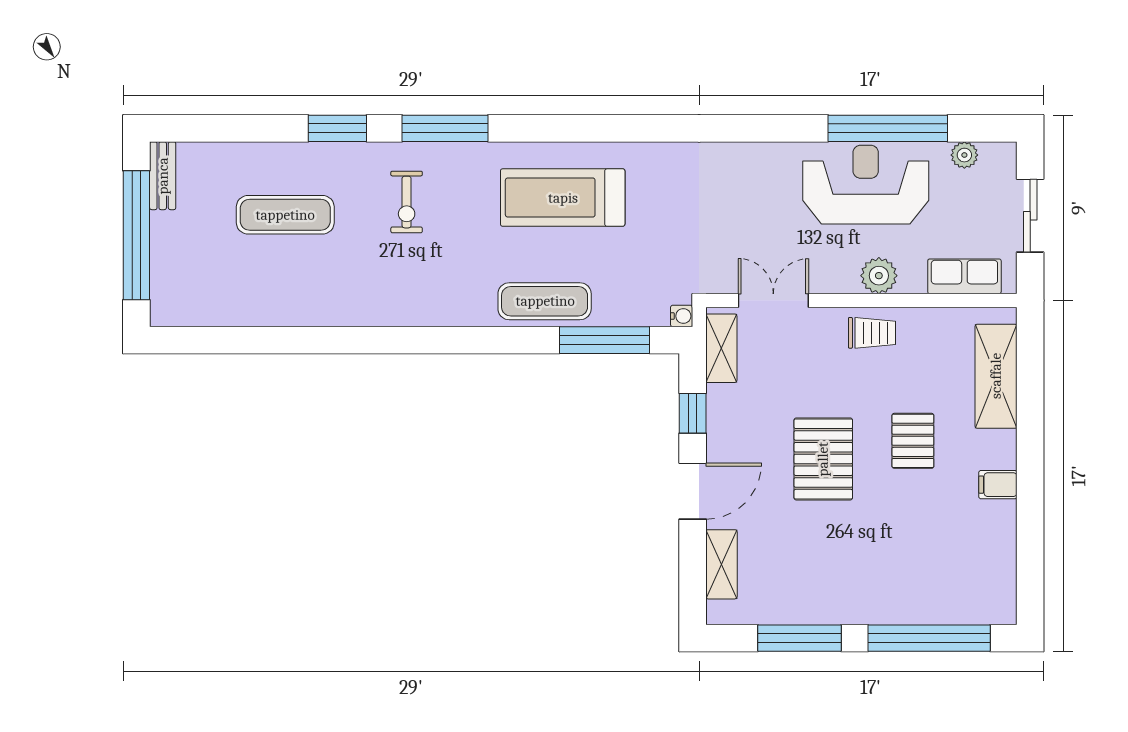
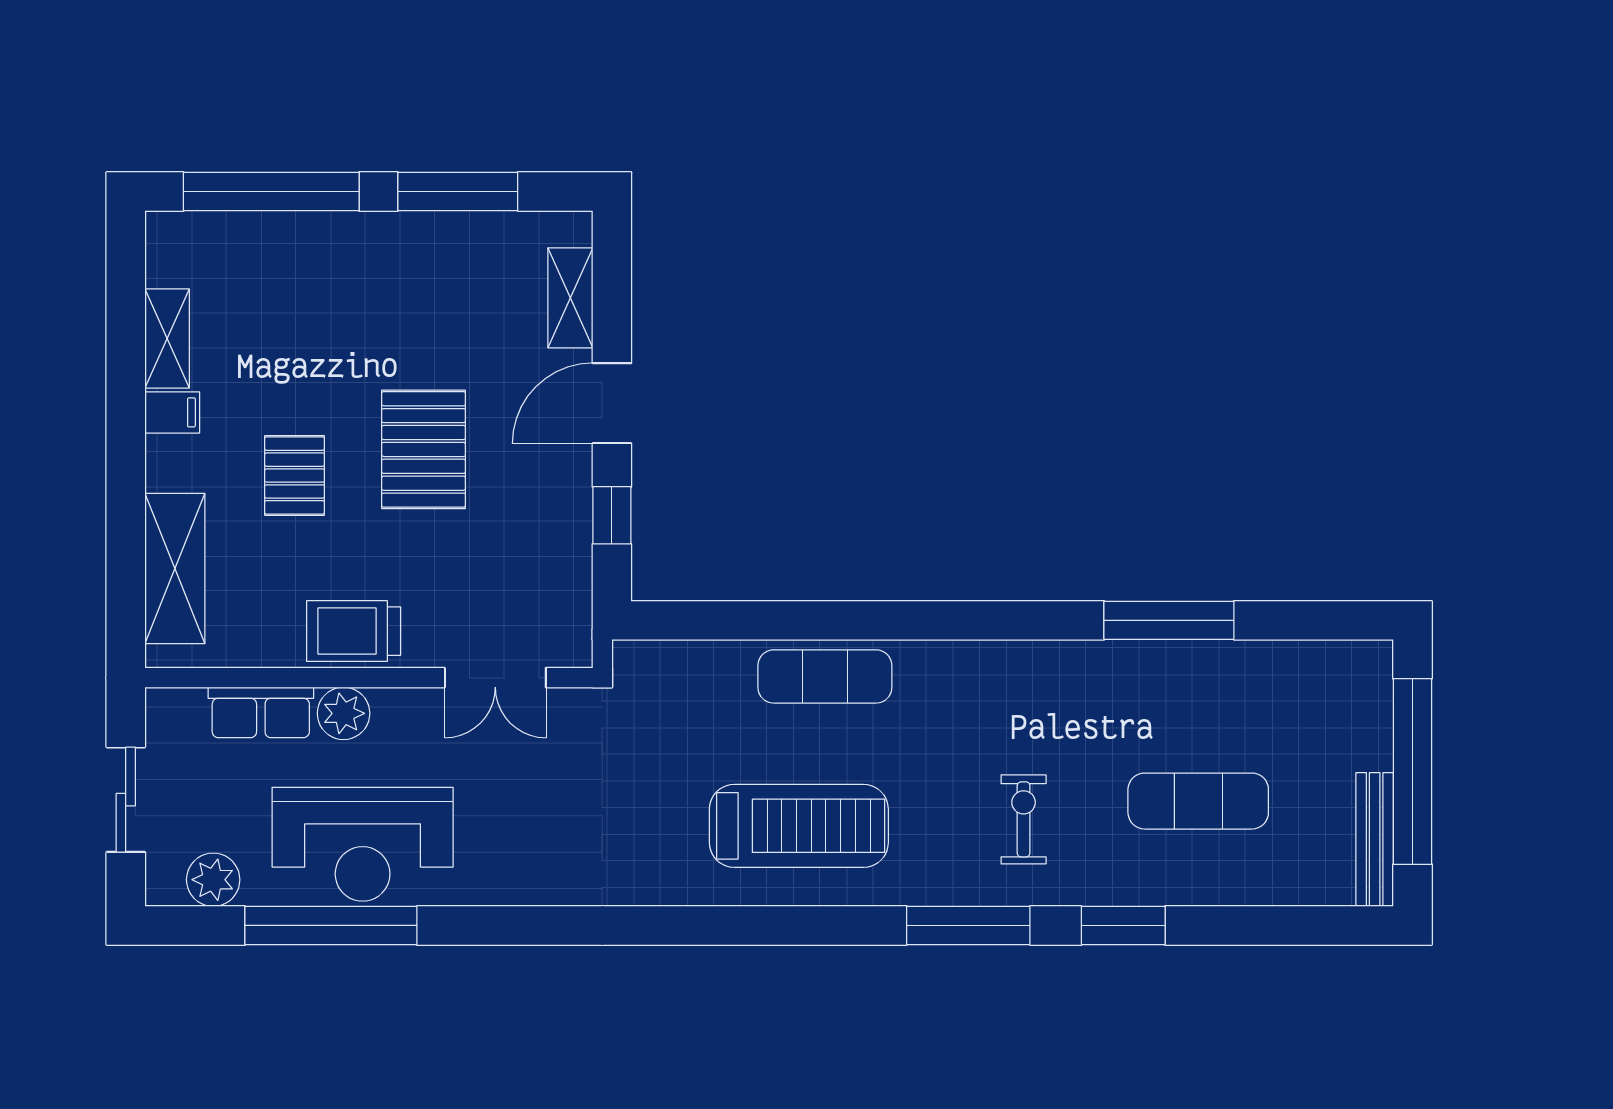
plant: (964, 155) -> (213, 880), width x1.38, depth x1.38
bench: (163, 176) -> (1375, 839), width x1.36
row of seats: (964, 276) -> (261, 712), moved
water cooler: (682, 316) -> (628, 655), removed
trolley: (872, 333) -> (354, 631), width x1.36, depth x1.39
window: (604, 340) -> (1169, 620), moved
shelving: (721, 348) -> (167, 339), moved

